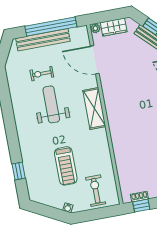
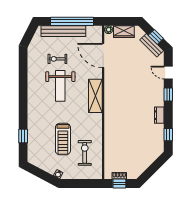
weight bench: (51, 104) -> (60, 86), turned 180
exercise bike: (96, 191) -> (85, 153), moved

